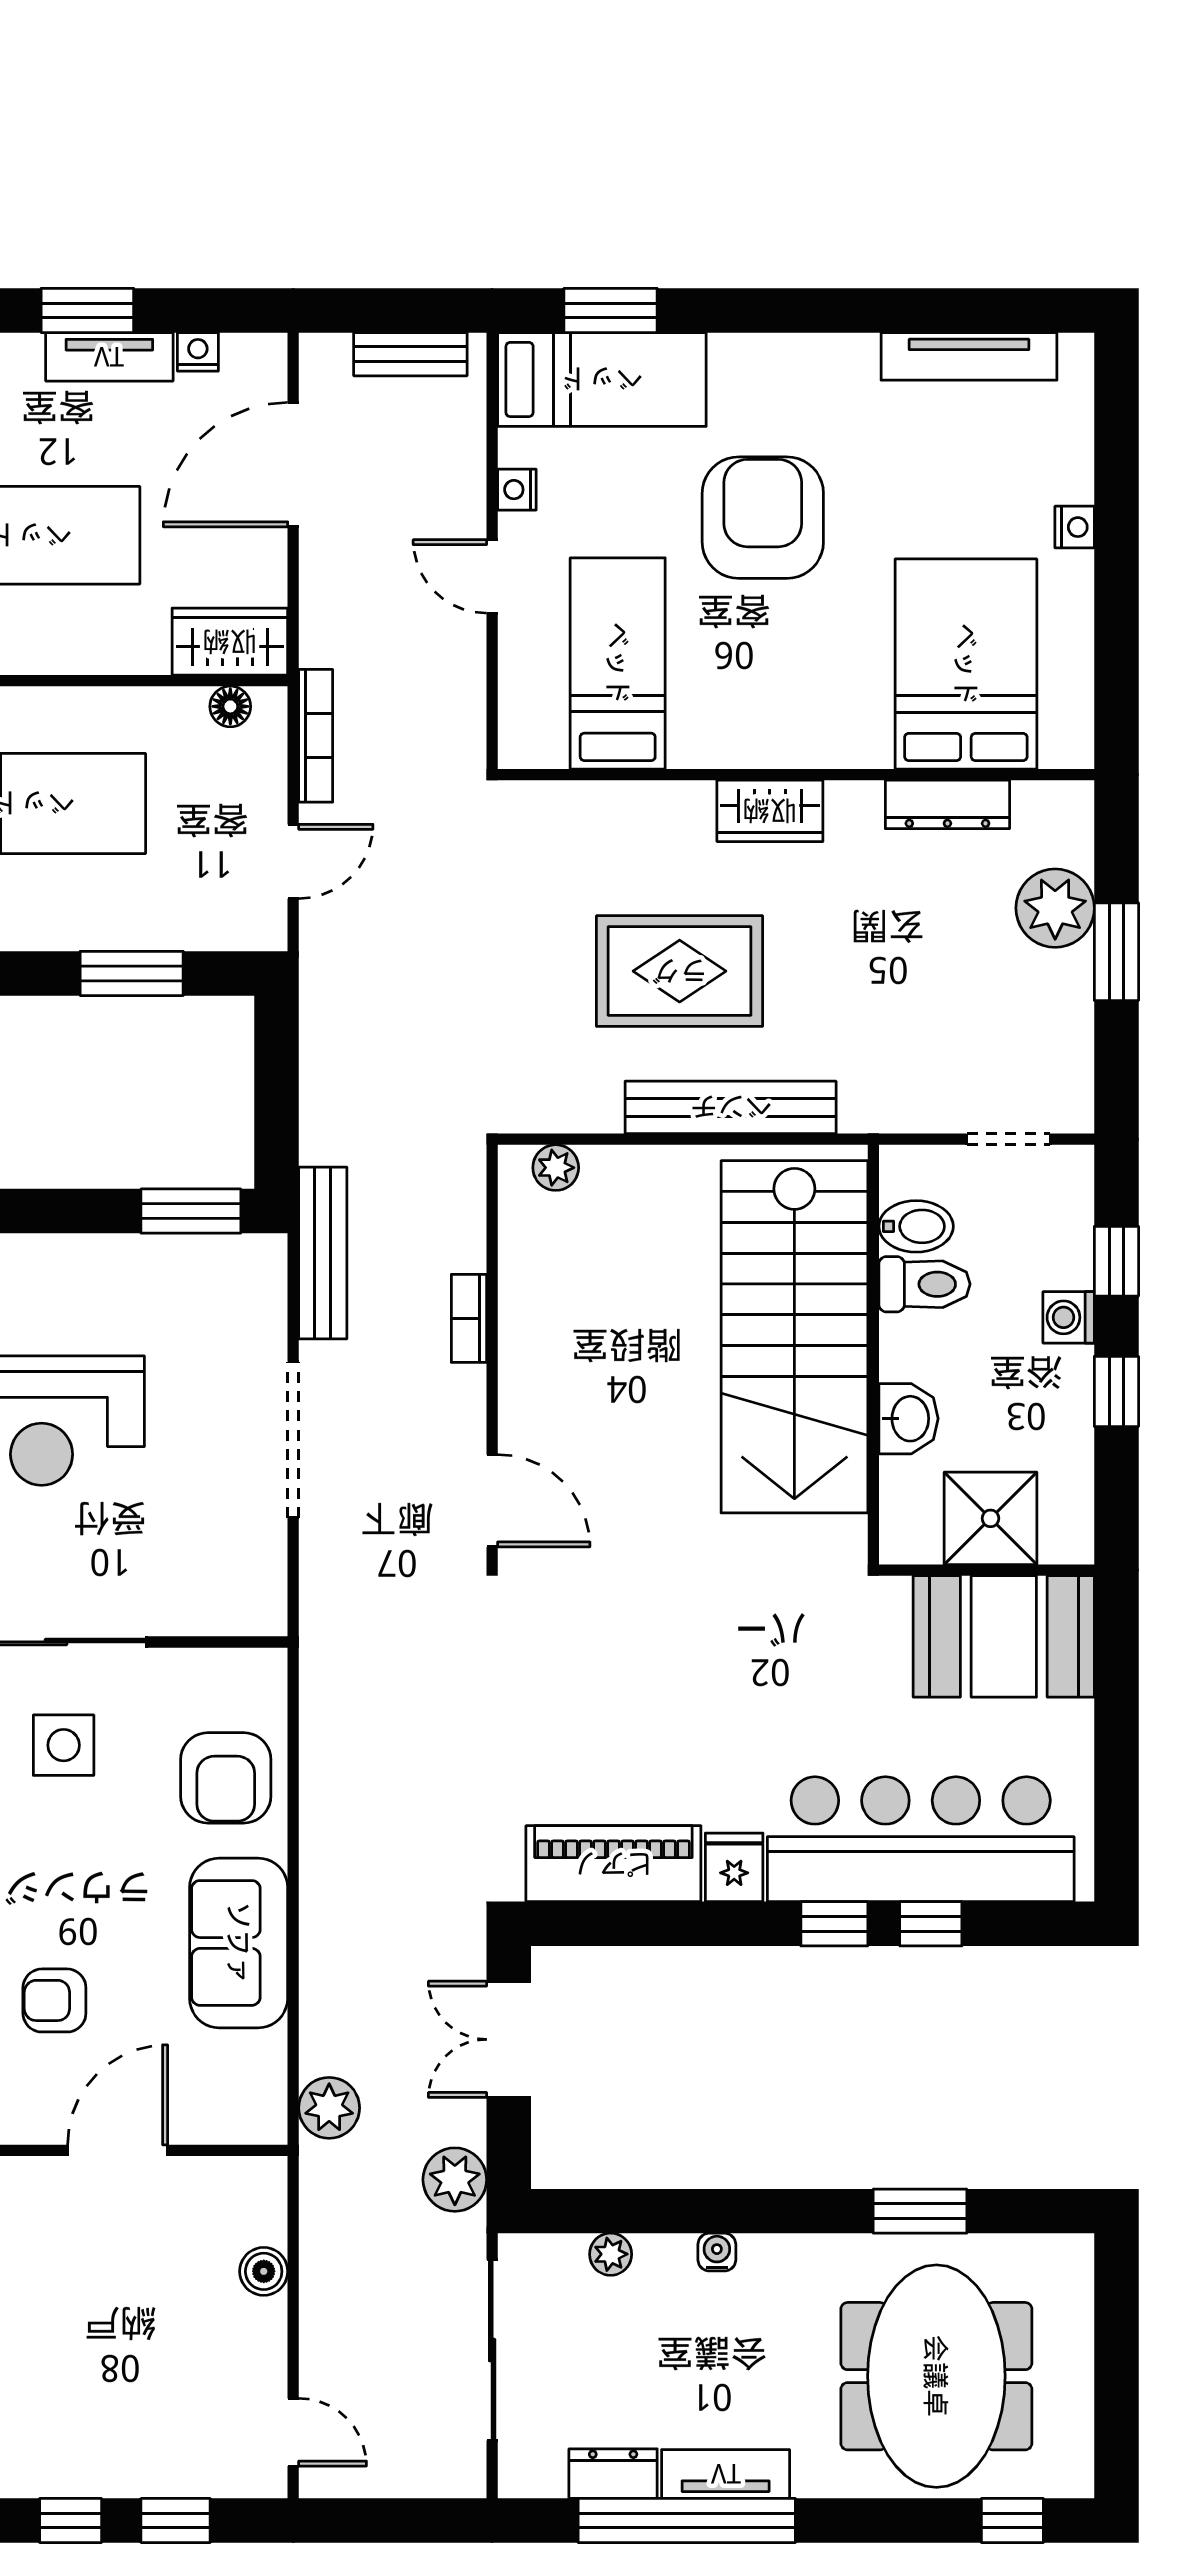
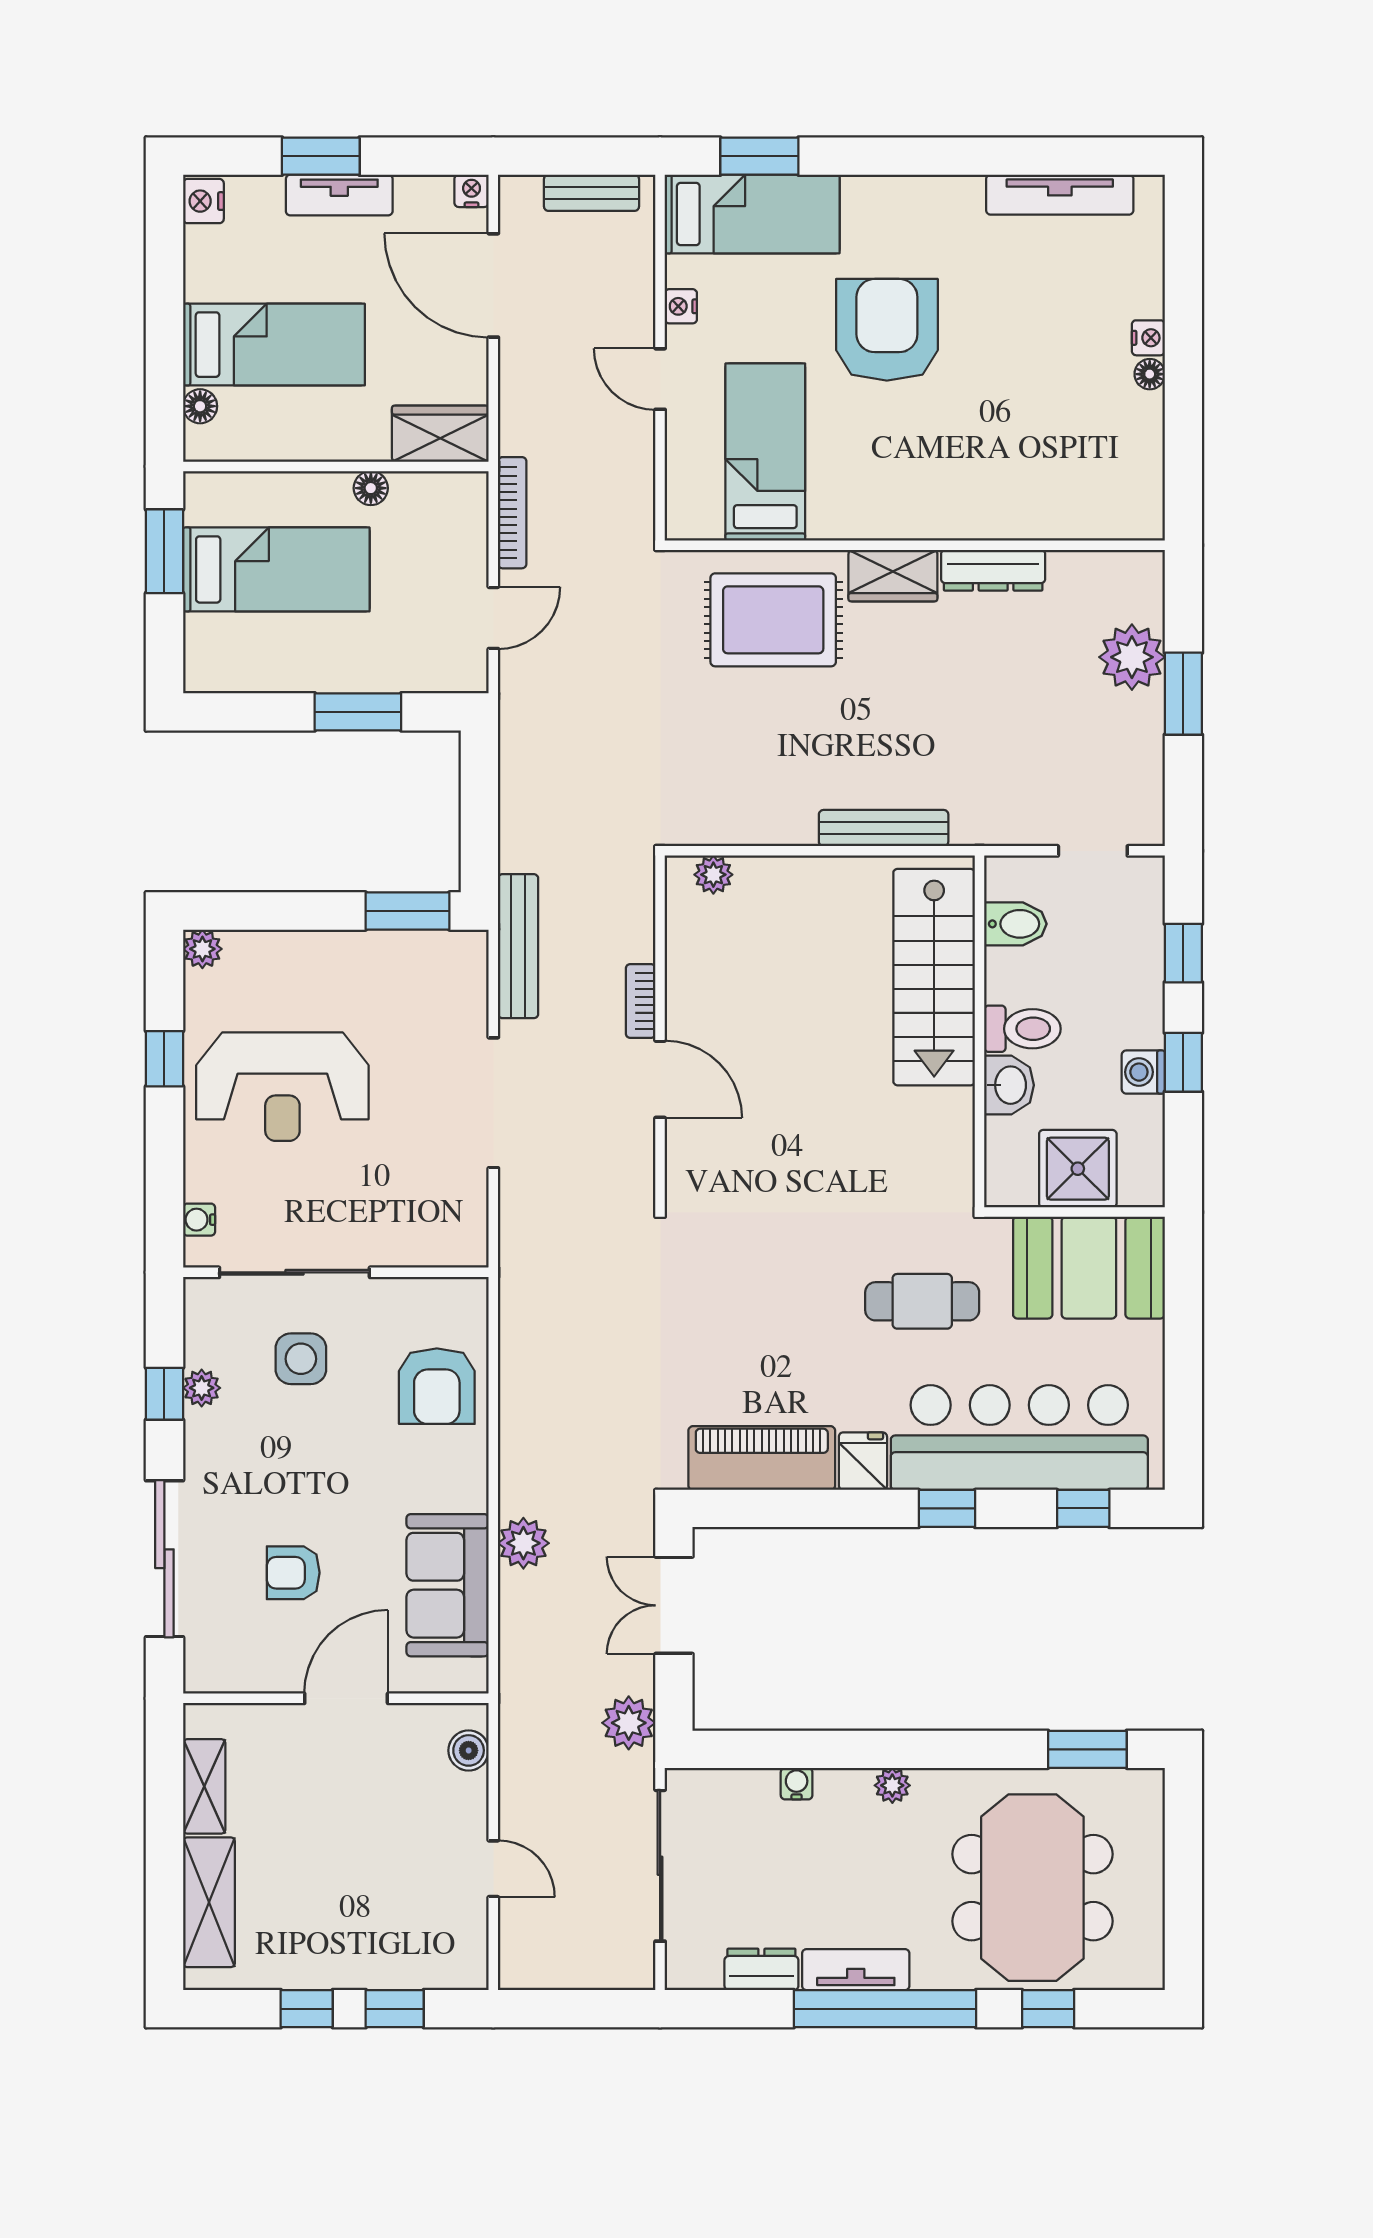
nightstand: (198, 352) -> (472, 191), moved
door: (293, 465) -> (493, 285), hinge flipped
floor lamp: (1076, 570) -> (1150, 374), added
bed: (966, 664) -> (1057, 453), removed
floor lamp: (230, 706) -> (371, 488), moved
dresser: (947, 804) -> (993, 570), moved
rug: (680, 971) -> (773, 620), moved
bench: (731, 1107) -> (884, 828), width x0.73, depth x0.82
toilet: (924, 1284) -> (1022, 1029), moved
washing machine: (1069, 1317) -> (1143, 1072), moved
stairs: (794, 1337) -> (934, 977), width x0.73, depth x0.66
door: (492, 1501) -> (660, 1079), moved
cafe table: (805, 1677) -> (922, 1301), added
window: (931, 1924) -> (1083, 1508), moved
sofa: (239, 1943) -> (448, 1585), moved
plant: (329, 2108) -> (523, 1543), moved
window: (920, 2211) -> (1087, 1749), moved
water cooler: (717, 2252) -> (797, 1784), moved
plant: (611, 2254) -> (892, 1785), moved
boiler: (264, 2271) -> (469, 1750), moved
door: (293, 2432) -> (493, 1869), moved
window: (687, 2521) -> (885, 2009), moved
window: (1012, 2521) -> (1048, 2009), moved

